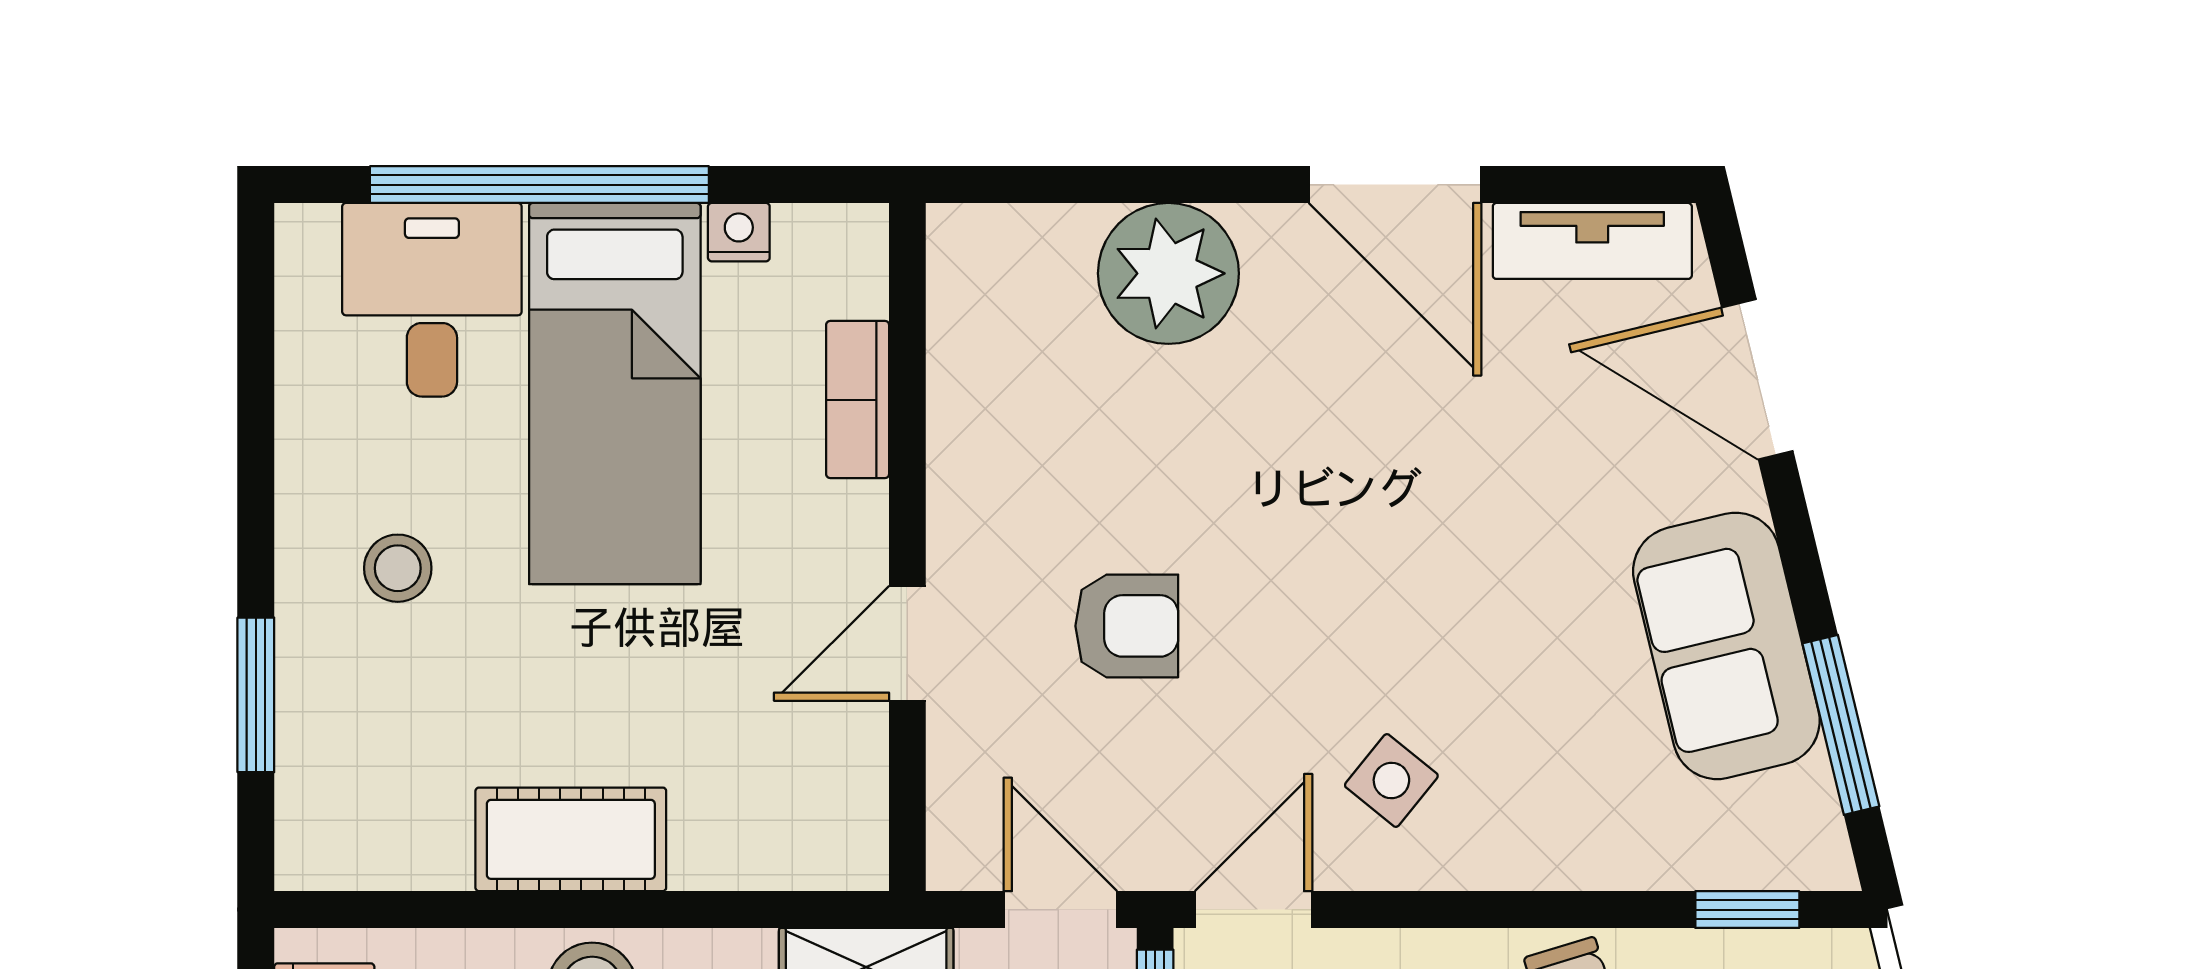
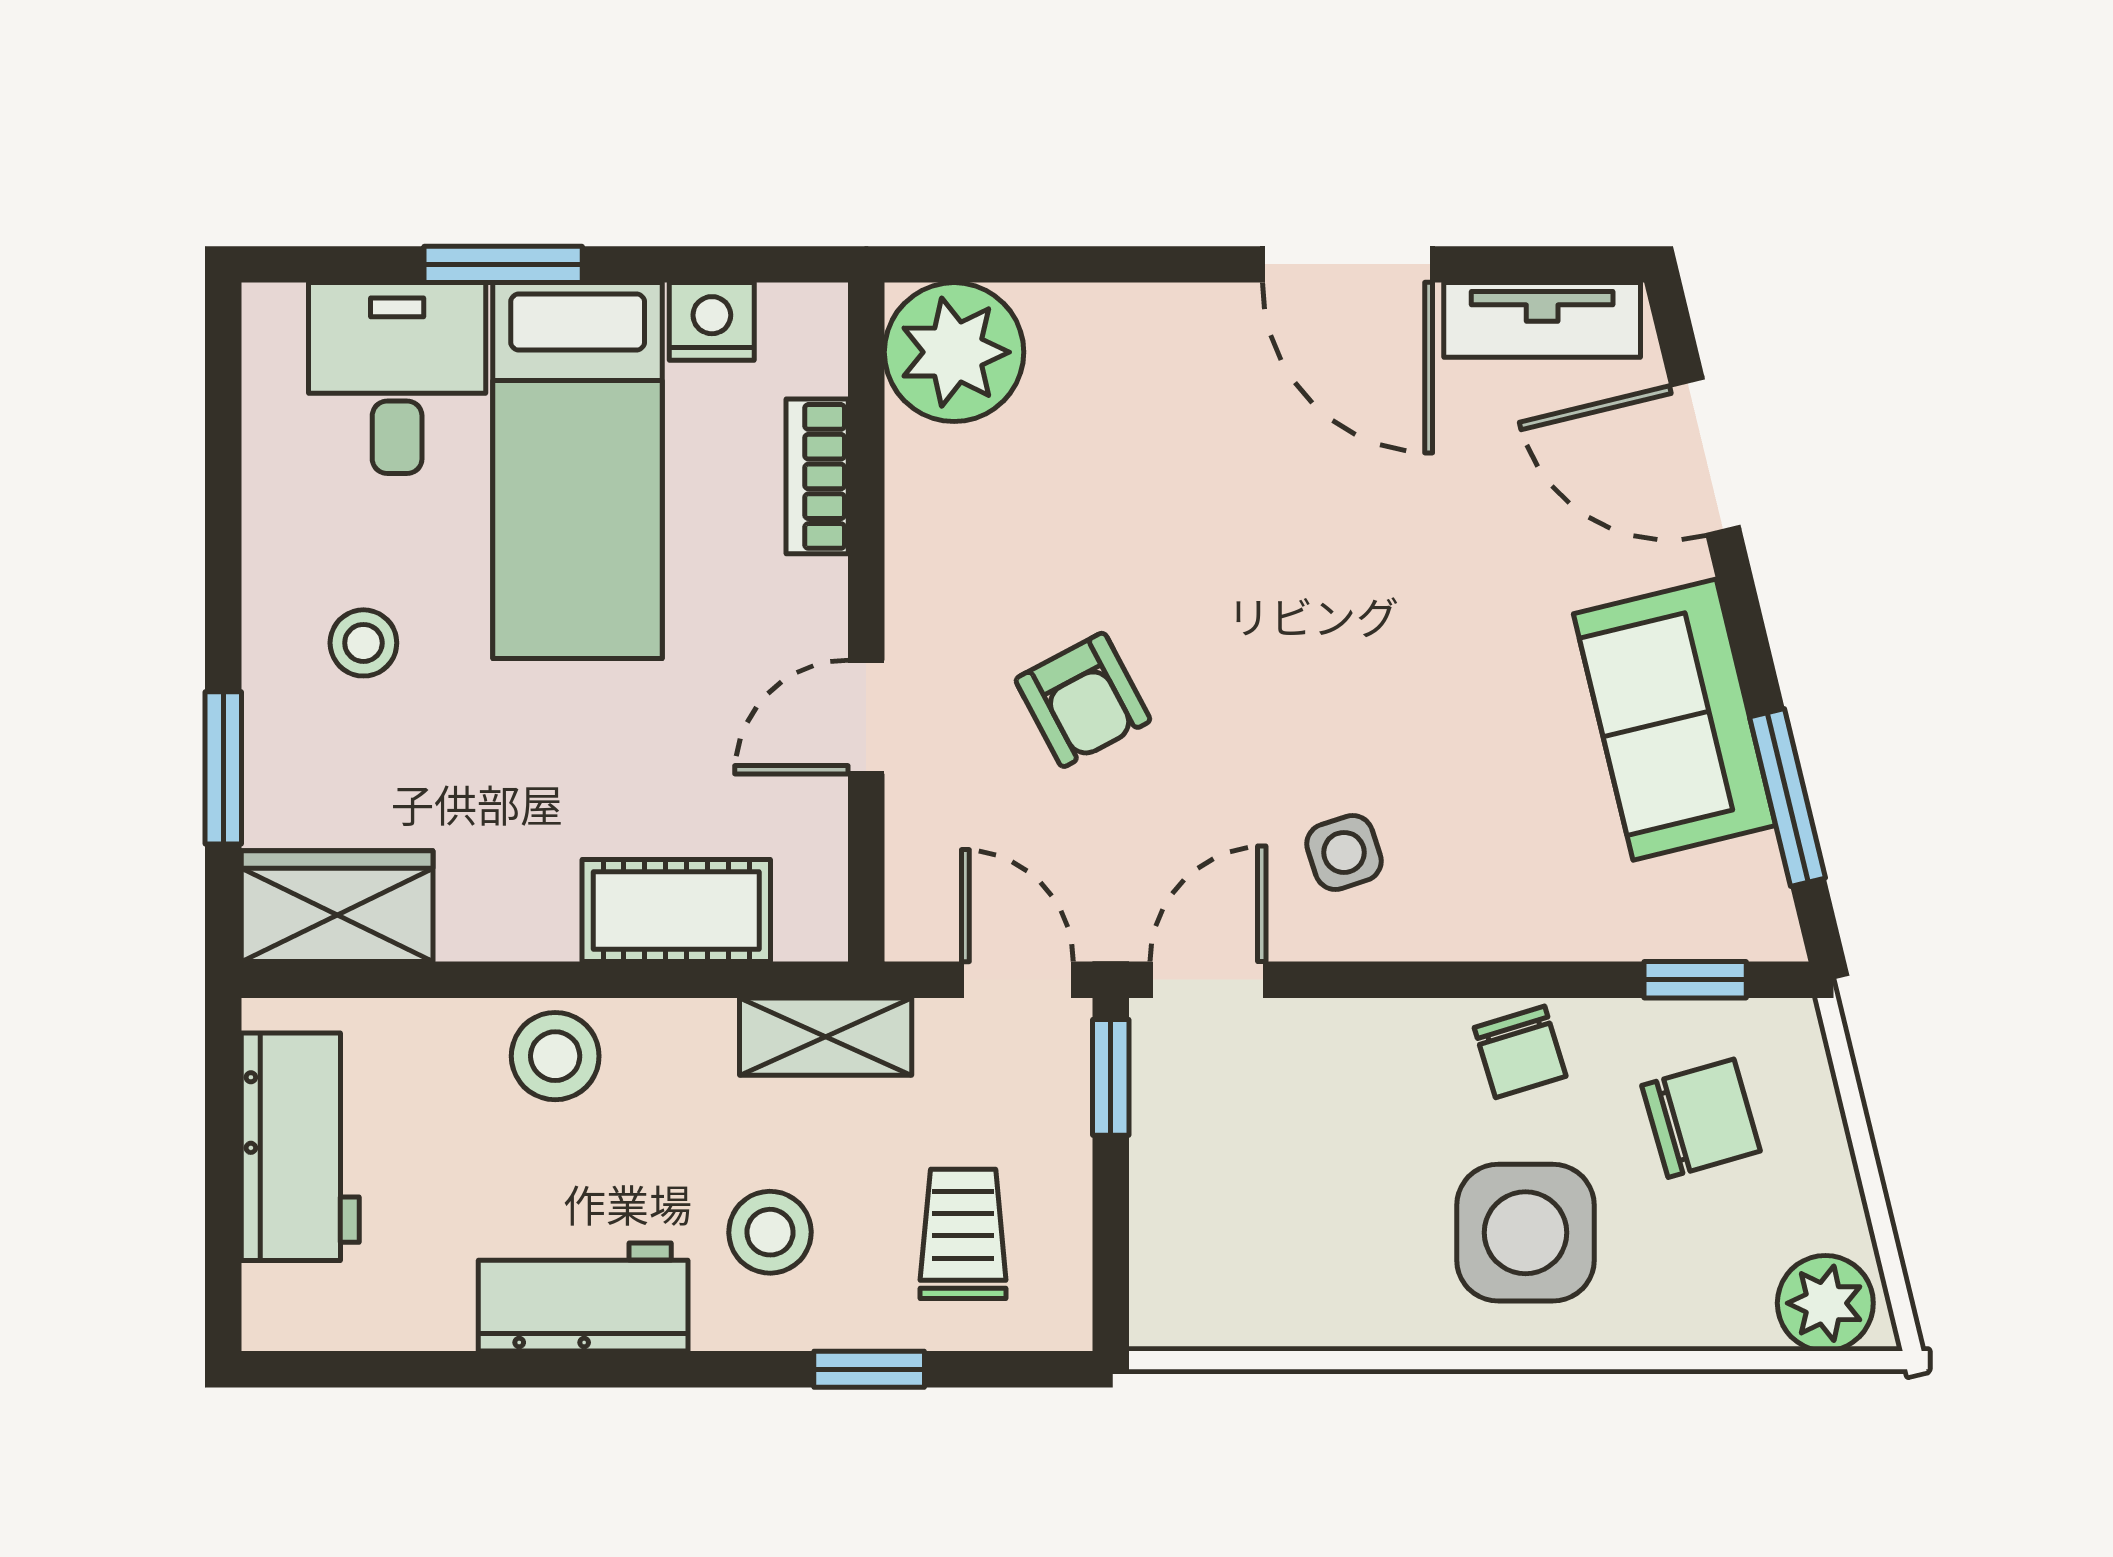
window: (539, 185) -> (503, 264), width x0.47
nightstand: (739, 232) -> (712, 321), width x1.39, depth x1.35
plant: (1168, 273) -> (954, 352), moved
armchair: (1127, 626) -> (1083, 700), turned 62
side table: (1391, 781) -> (1344, 852), turned 33
wardrobe: (371, 835) -> (337, 906), added
cot: (571, 839) -> (676, 911), moved

